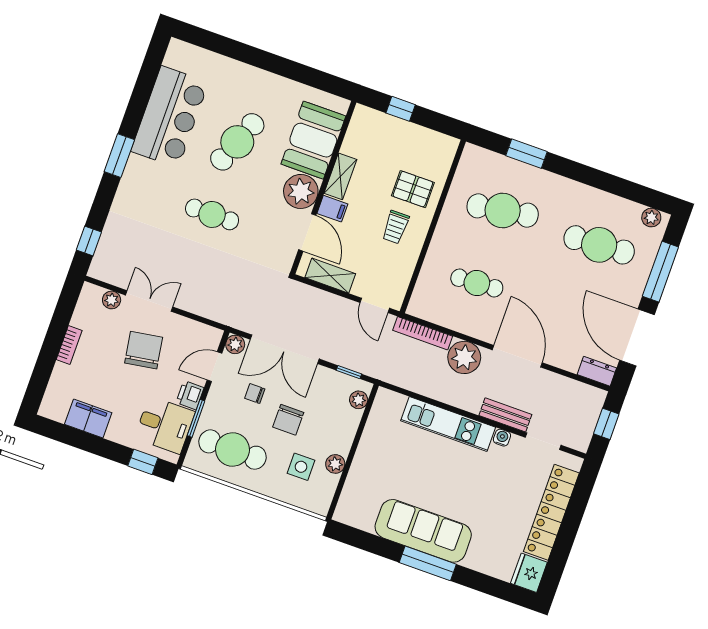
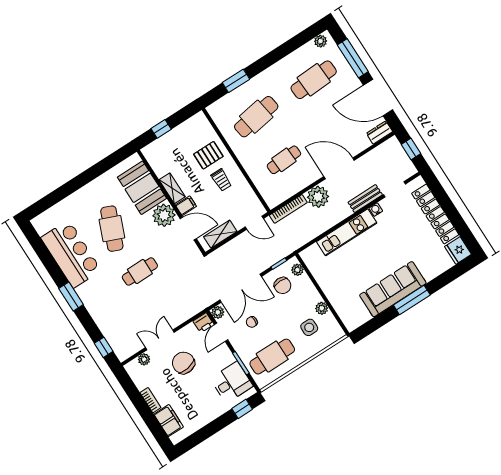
printer: (190, 395) -> (203, 323), moved, turned -90
filing cabinet: (88, 418) -> (169, 421), moved, turned 90
chair: (288, 420) -> (283, 286), moved

